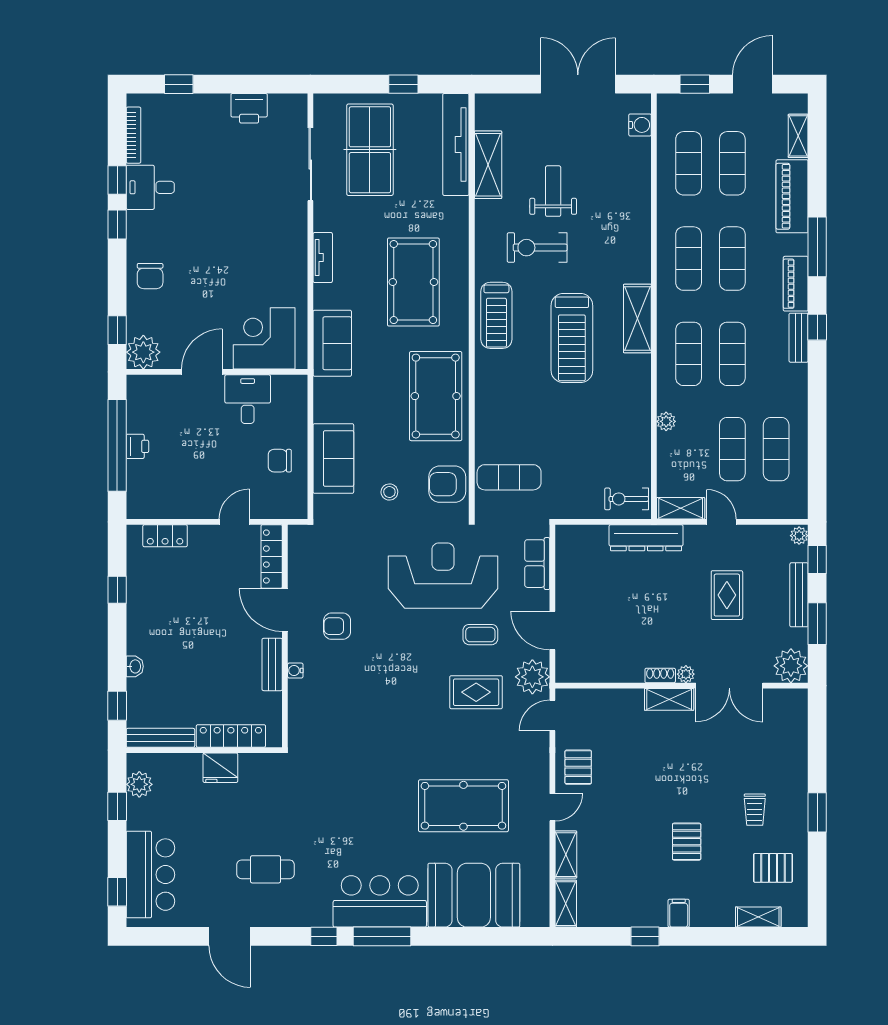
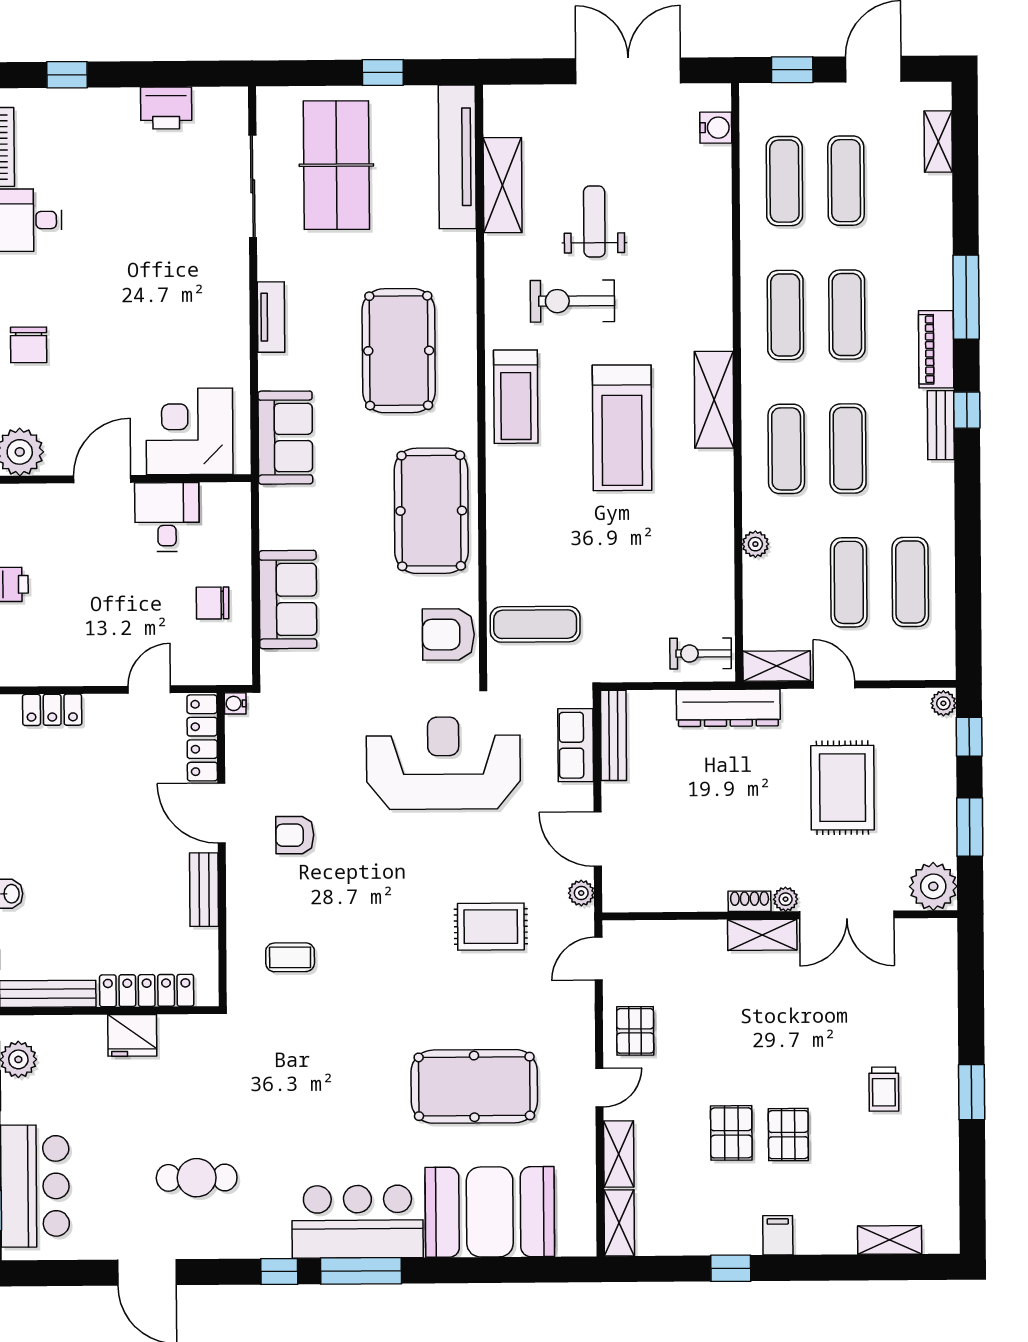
piano: (792, 196) -> (930, 226), removed
stool: (389, 492) -> (367, 646), removed
rug: (727, 595) -> (842, 788), width x1.36, depth x1.43
bench: (799, 595) -> (614, 735), moved
coffee table: (480, 635) -> (290, 957), moved
water cooler: (295, 671) -> (235, 703), moved
plant: (532, 677) -> (581, 893), width x0.53, depth x0.53
pallet: (773, 868) -> (731, 1133), moved, turned 90

